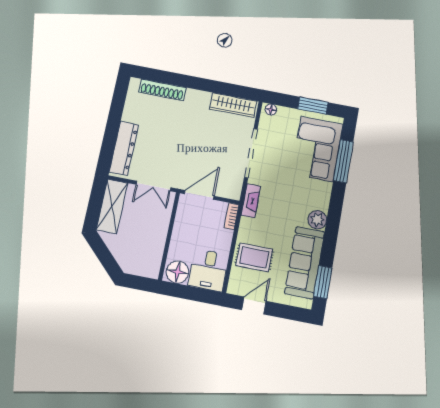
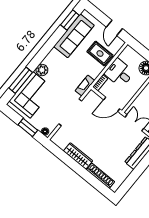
wardrobe: (233, 105) -> (78, 156), moved
window: (313, 106) -> (28, 128), moved
plant: (317, 220) -> (42, 70), moved
desk: (209, 270) -> (119, 73), moved, turned -90
door: (254, 305) -> (114, 28), hinge flipped

